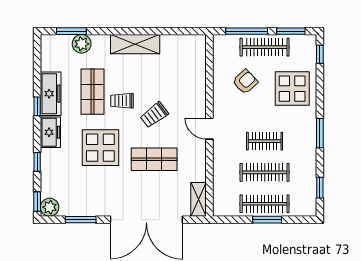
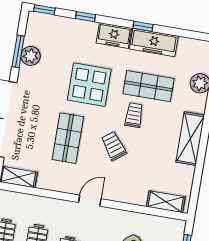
shelving: (198, 57) -> (166, 202), added
plant: (50, 207) -> (31, 56), moved

